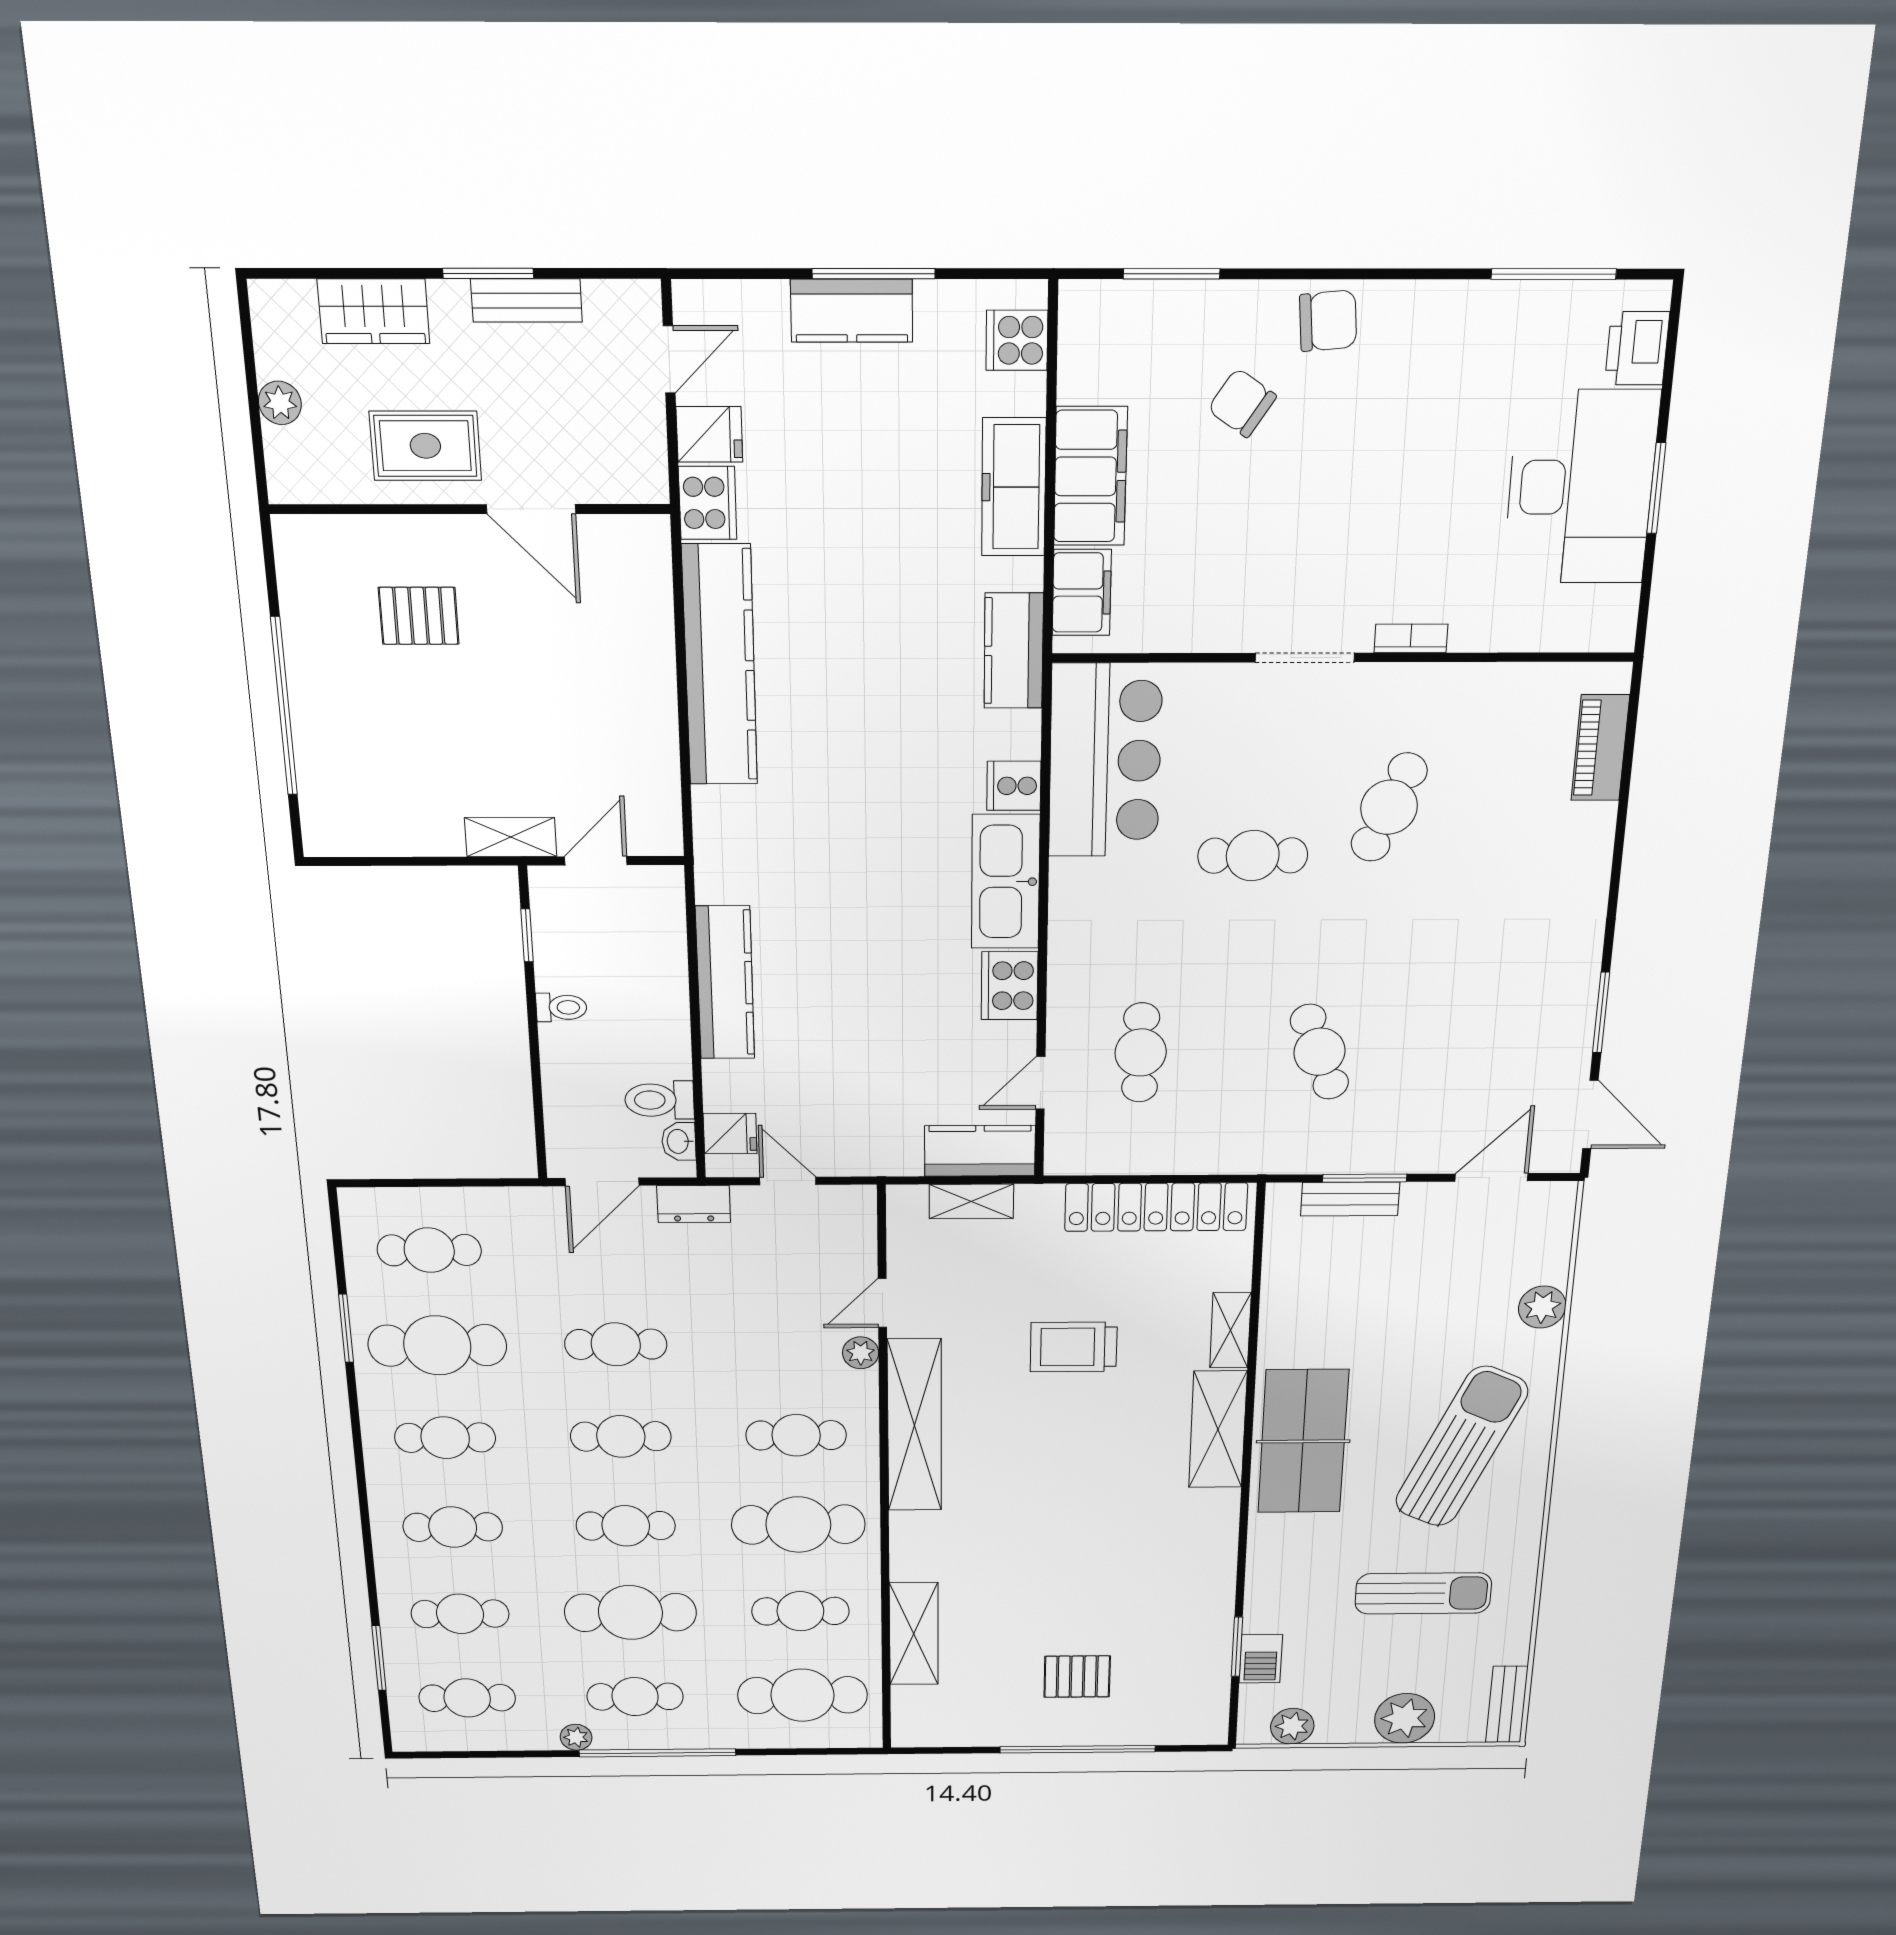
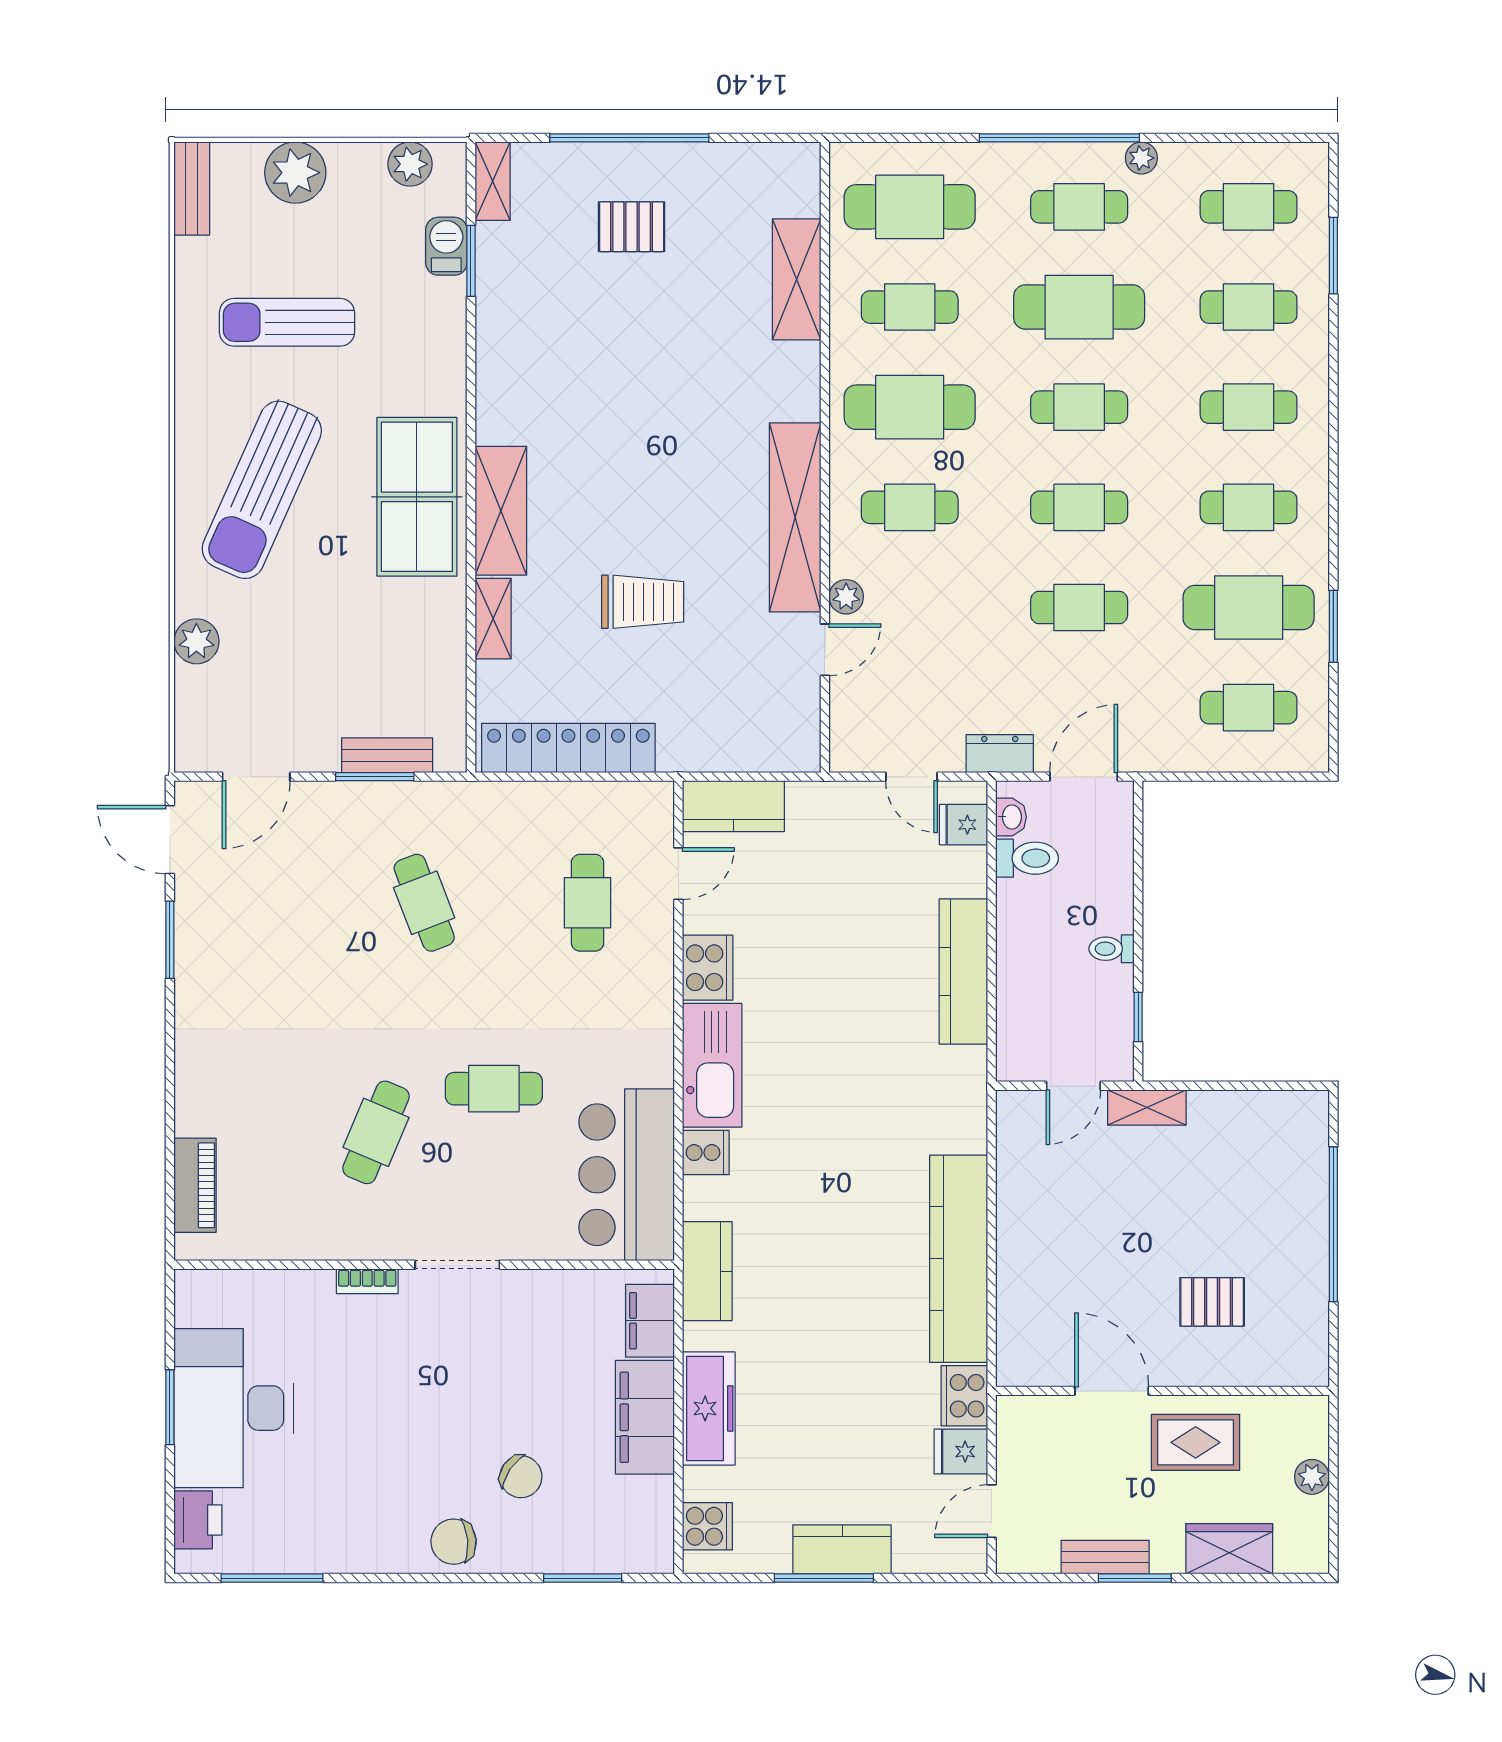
shelving: (971, 1201) -> (493, 181), moved, turned 90

